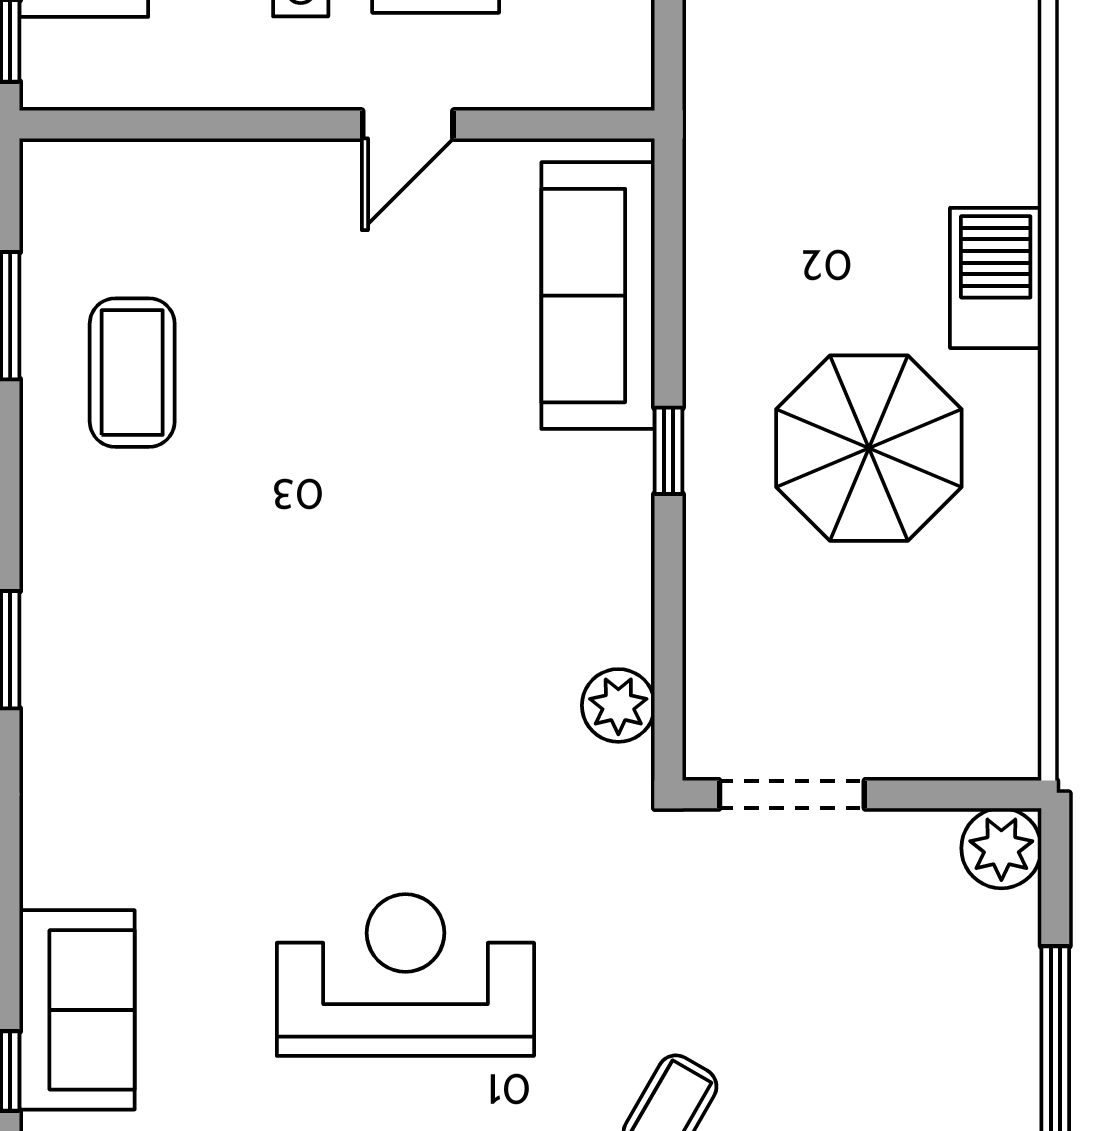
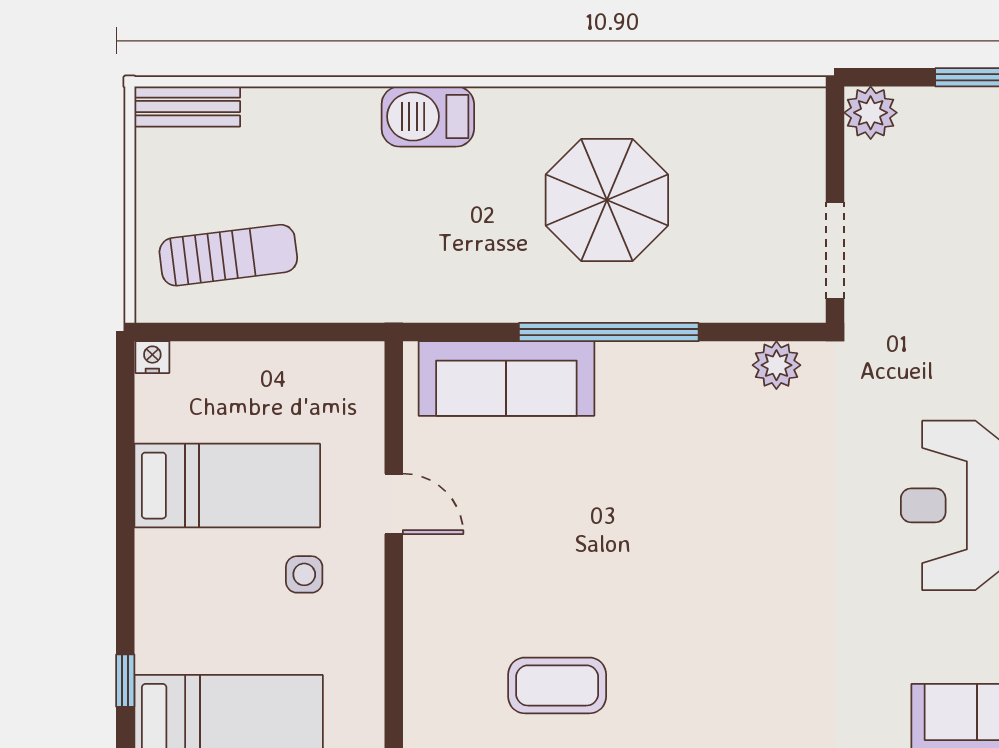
barbecue: (996, 278) -> (428, 116), moved
window: (669, 451) -> (609, 332), width x3.17

